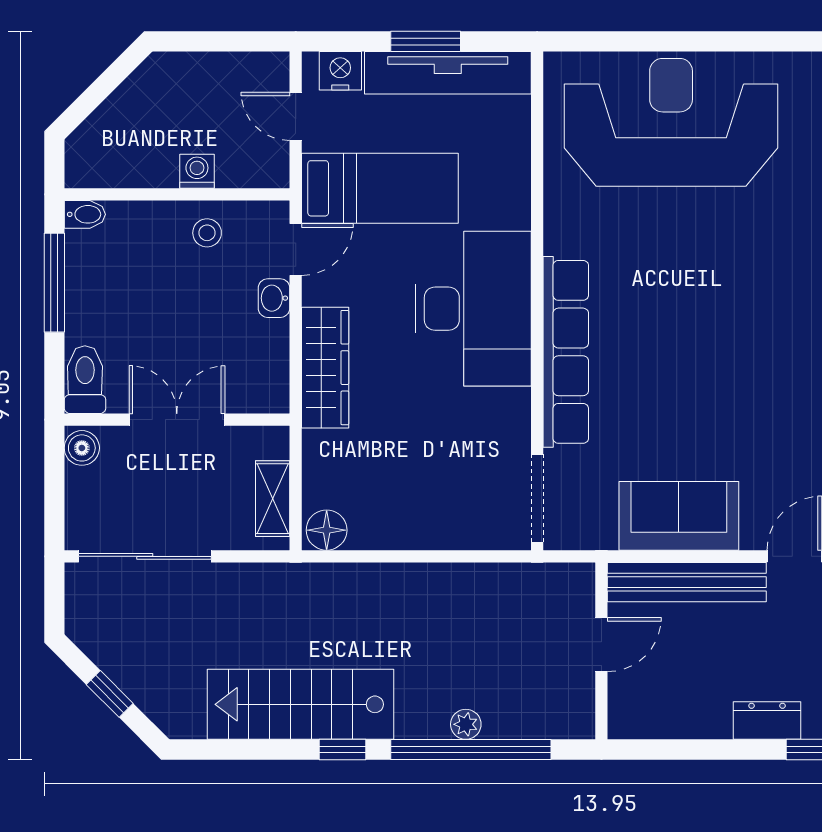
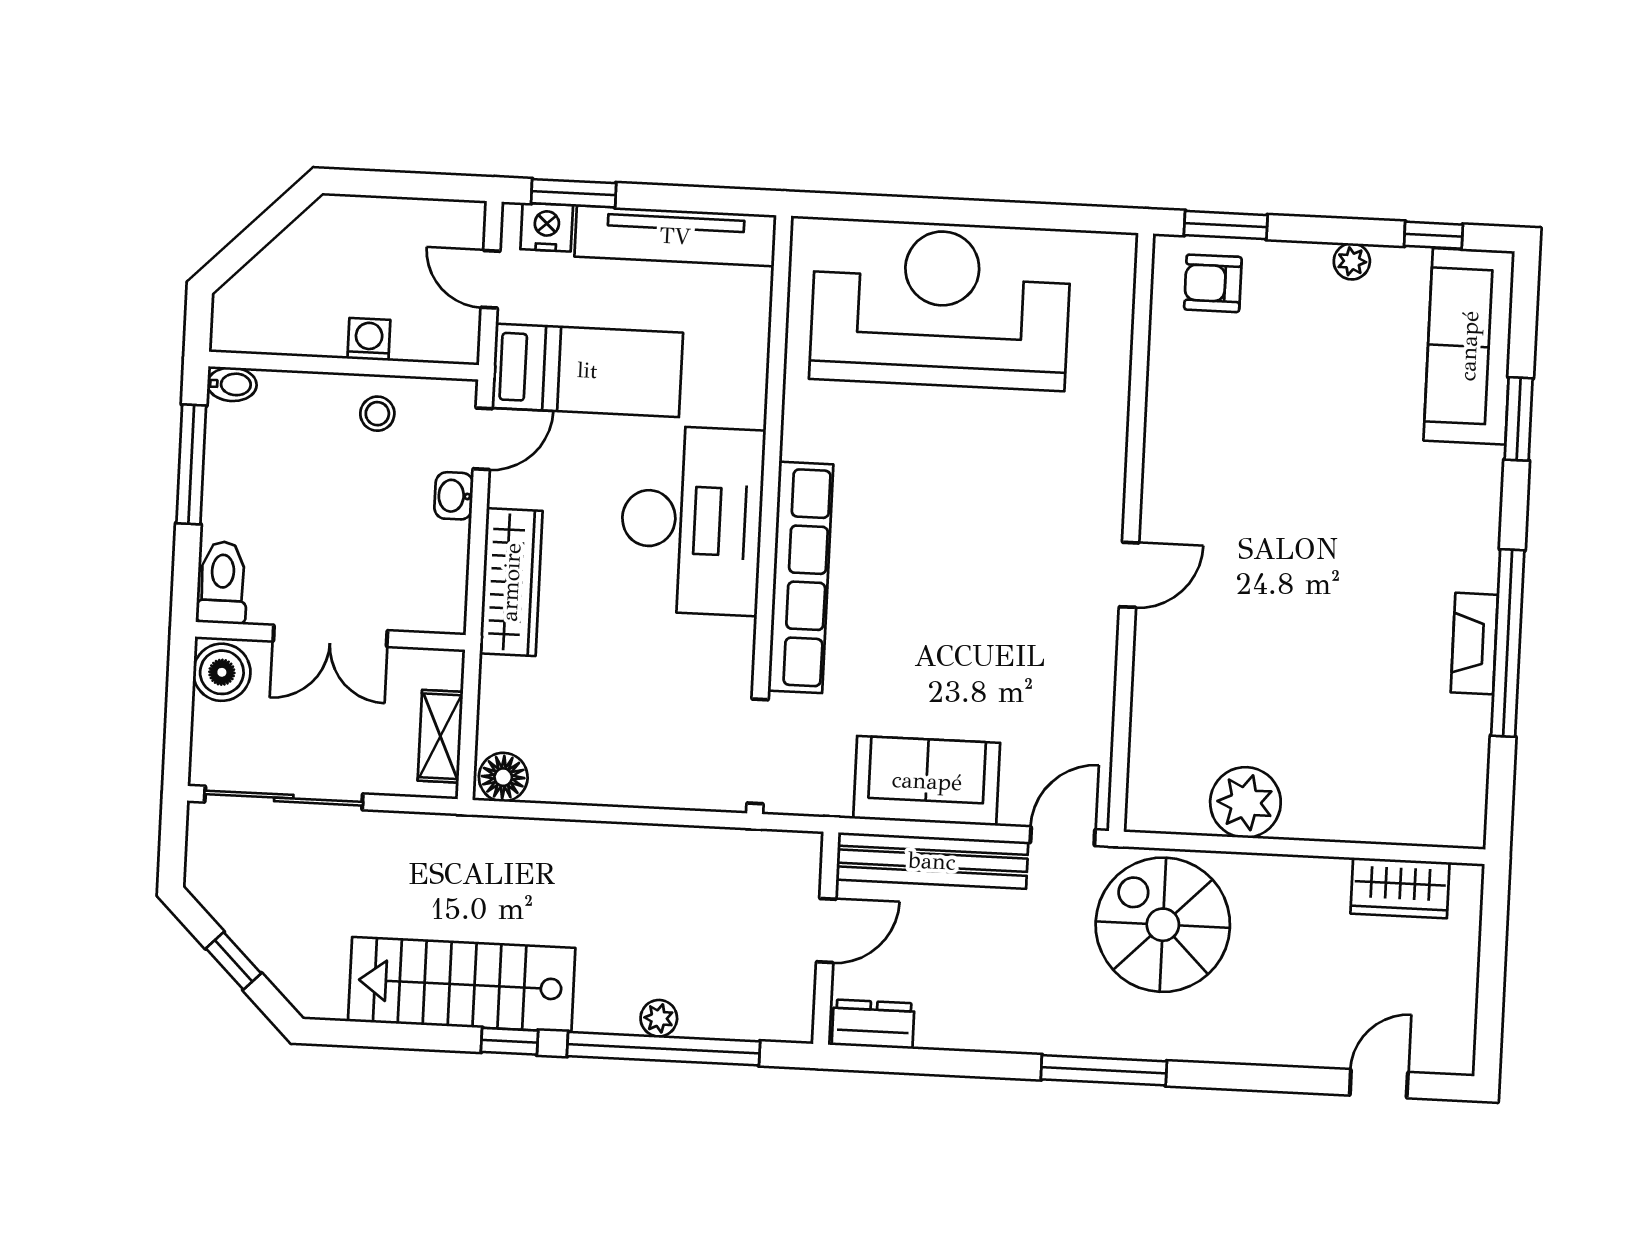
window: (426, 41) -> (574, 193), moved
double door: (177, 420) -> (330, 636), swing flipped
boiler: (82, 448) -> (222, 672), width x1.36, depth x1.36
dresser: (767, 721) -> (873, 1024), moved

